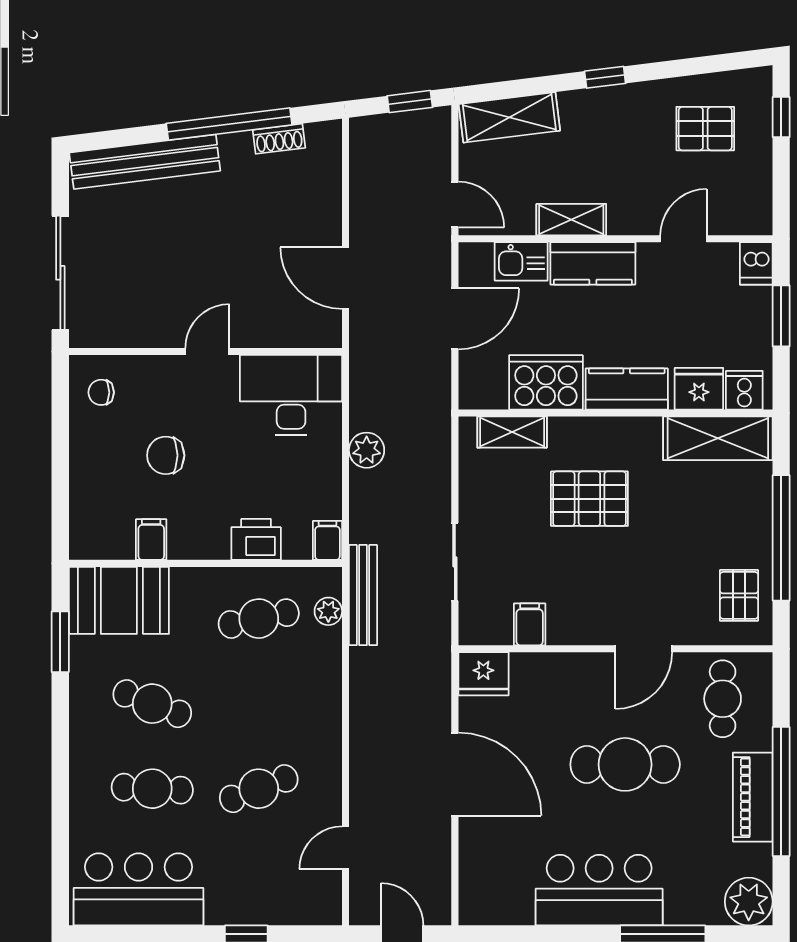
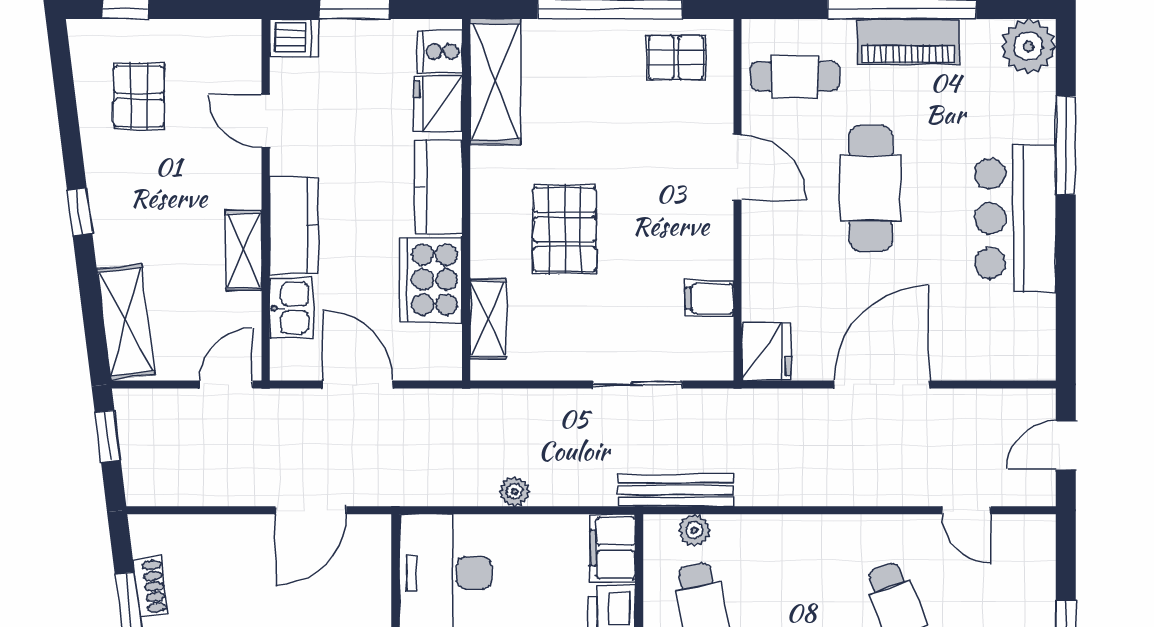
plant: (367, 450) -> (514, 492), width x0.73, depth x0.73
filing cabinet: (327, 540) -> (613, 548), width x2.00

